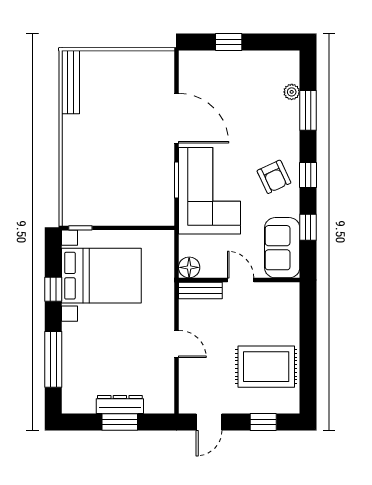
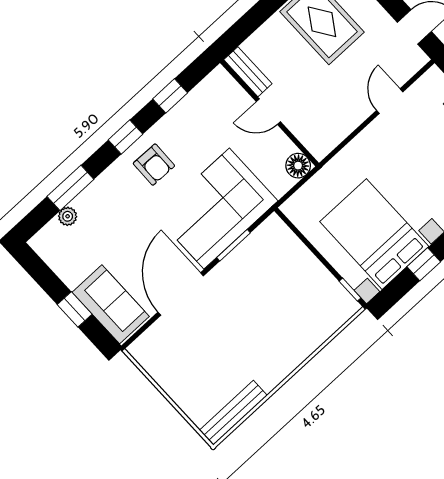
armchair: (274, 177) -> (154, 165), turned 116
sofa: (282, 248) -> (111, 304), moved, turned -90
door: (241, 280) -> (268, 112), hinge flipped
bench: (200, 290) -> (248, 72), moved
door: (176, 344) -> (390, 101), moved

